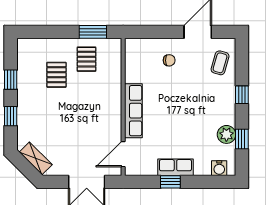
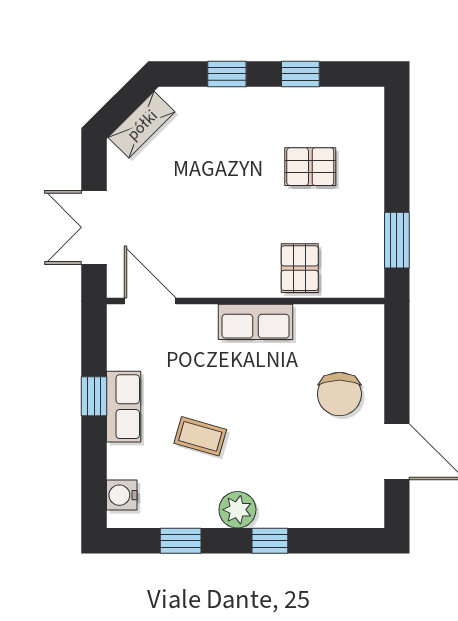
pallet: (87, 59) -> (300, 268), moved, turned 90
chair: (169, 60) -> (339, 394), width x1.87, depth x1.87
coffee table: (220, 63) -> (200, 436), moved
row of seats: (133, 111) -> (256, 322), width x0.68
plant: (226, 134) -> (237, 510), moved

